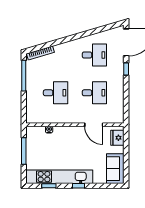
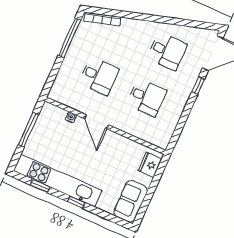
door: (94, 125) -> (96, 122), moved

